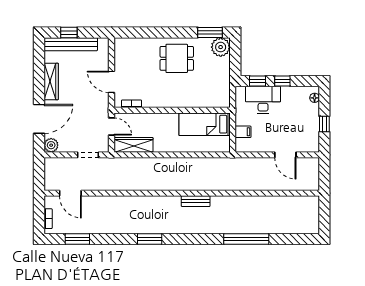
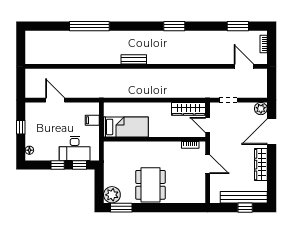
dining table: (177, 58) -> (150, 185), width x1.38

